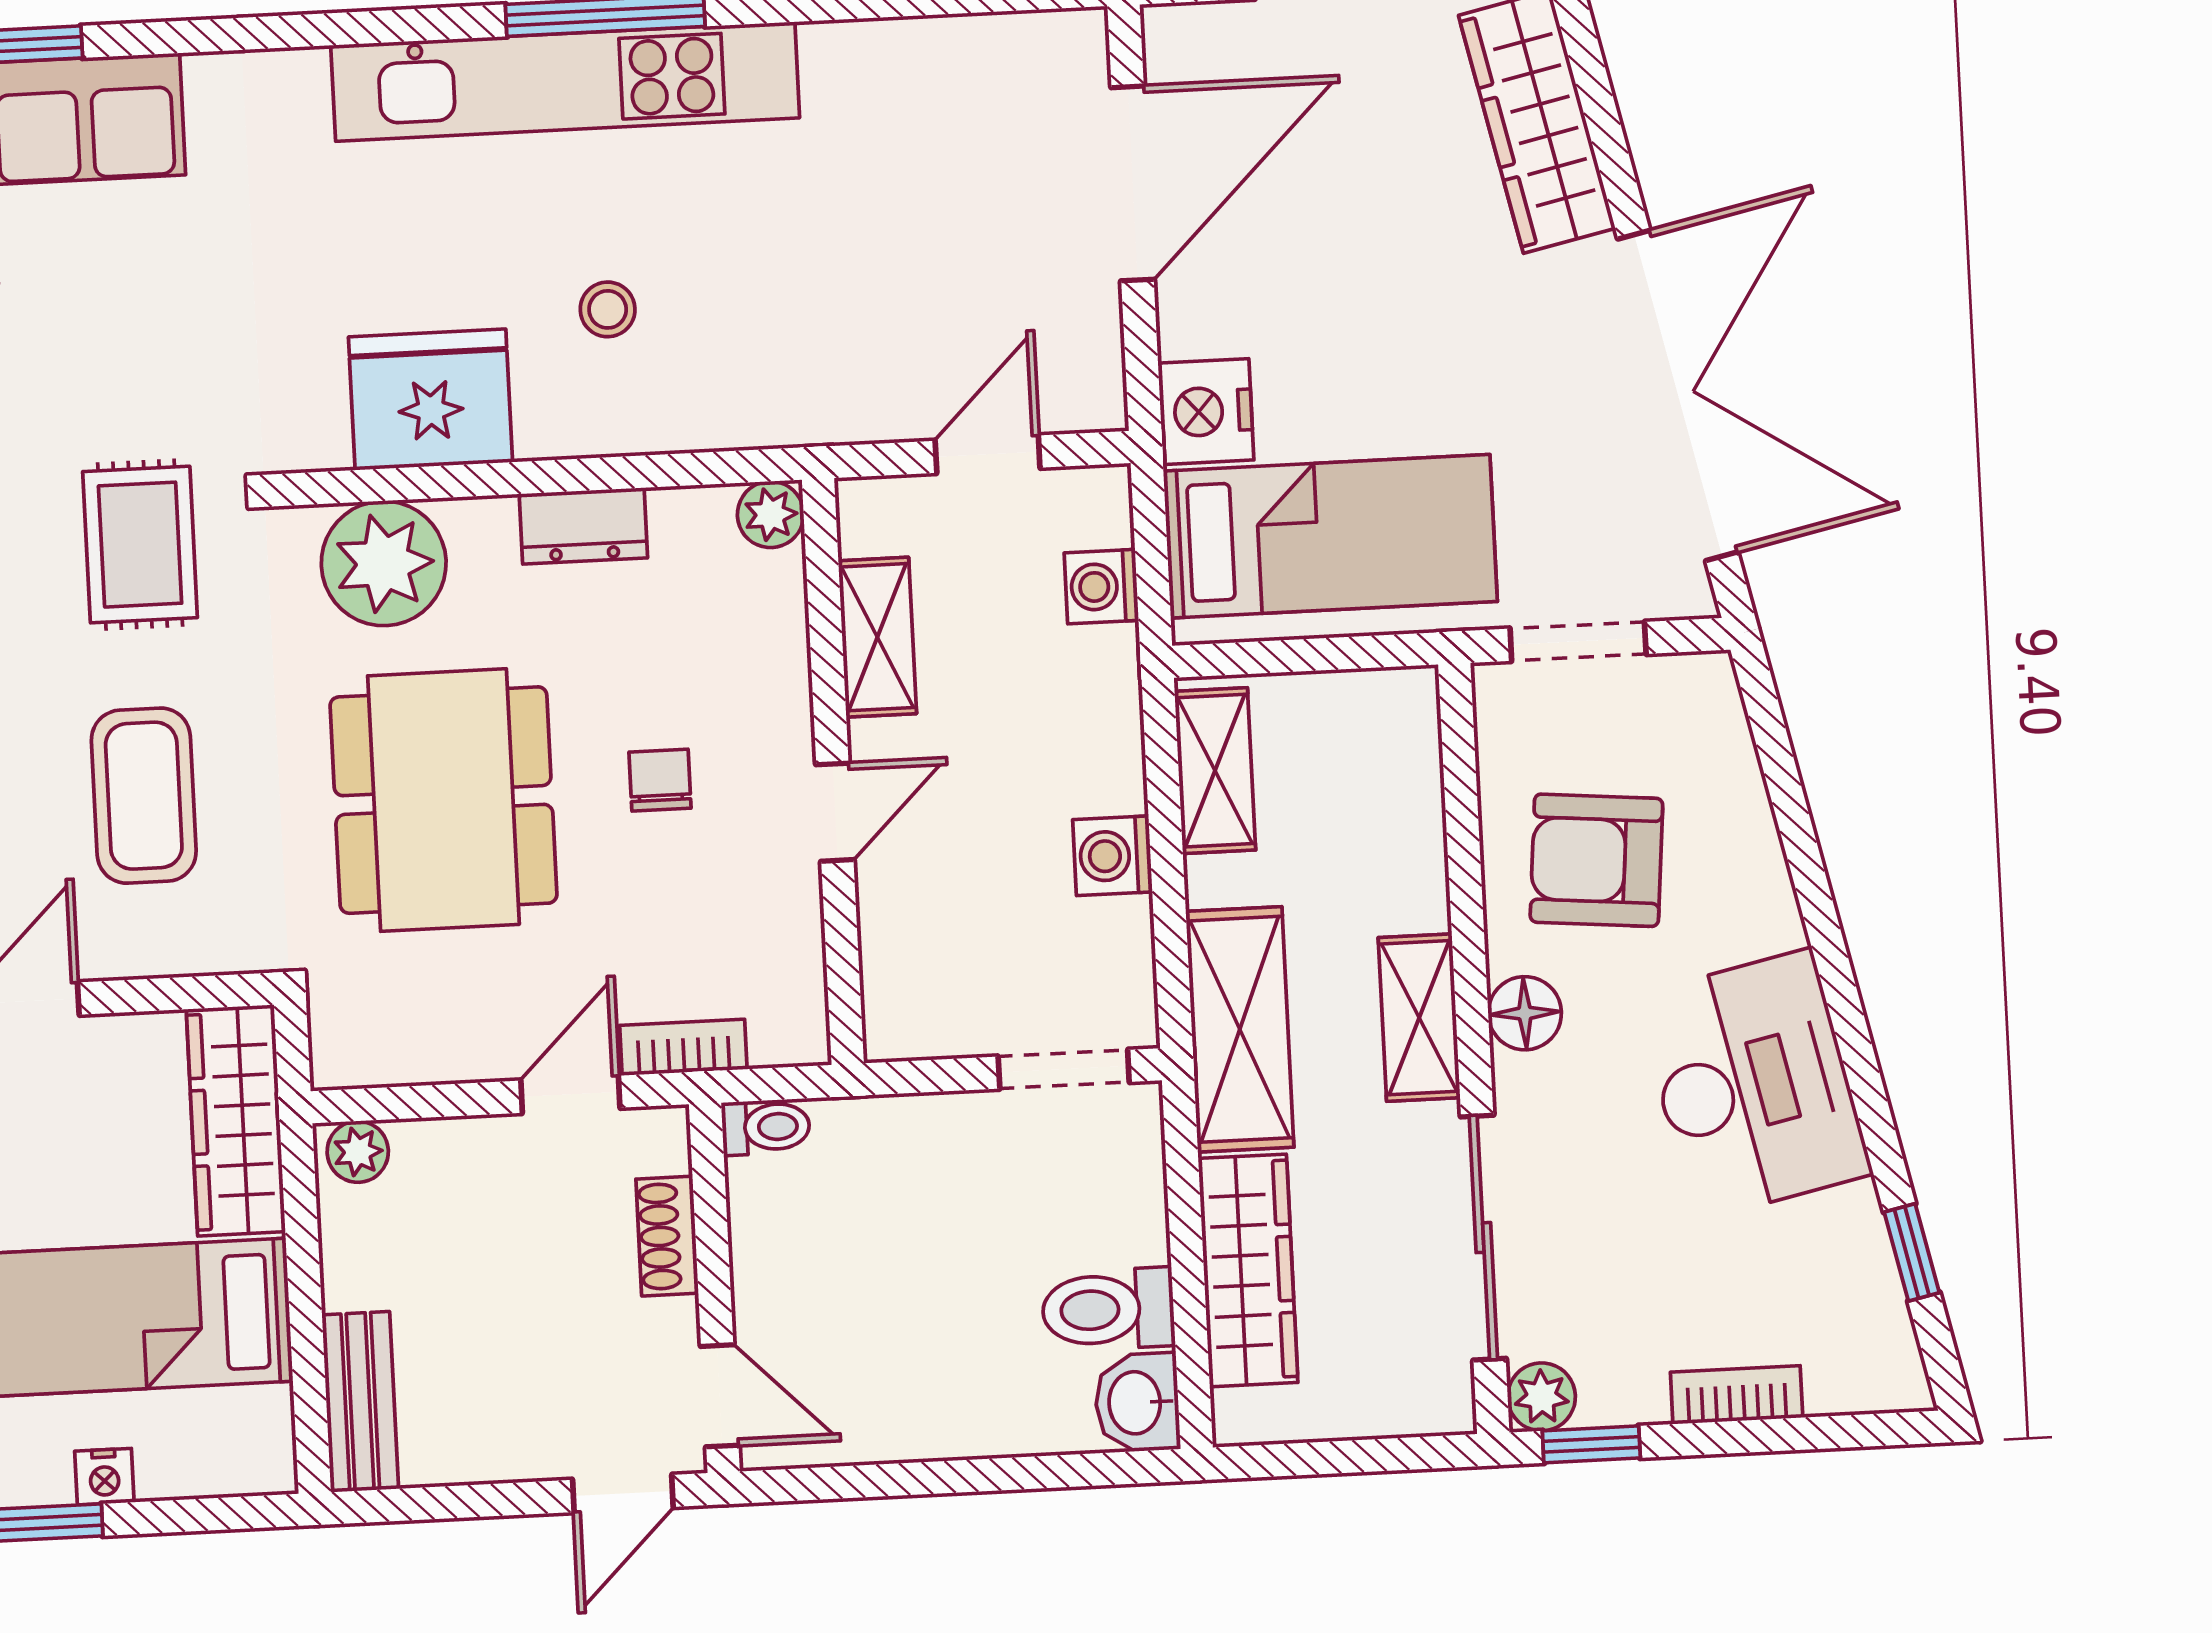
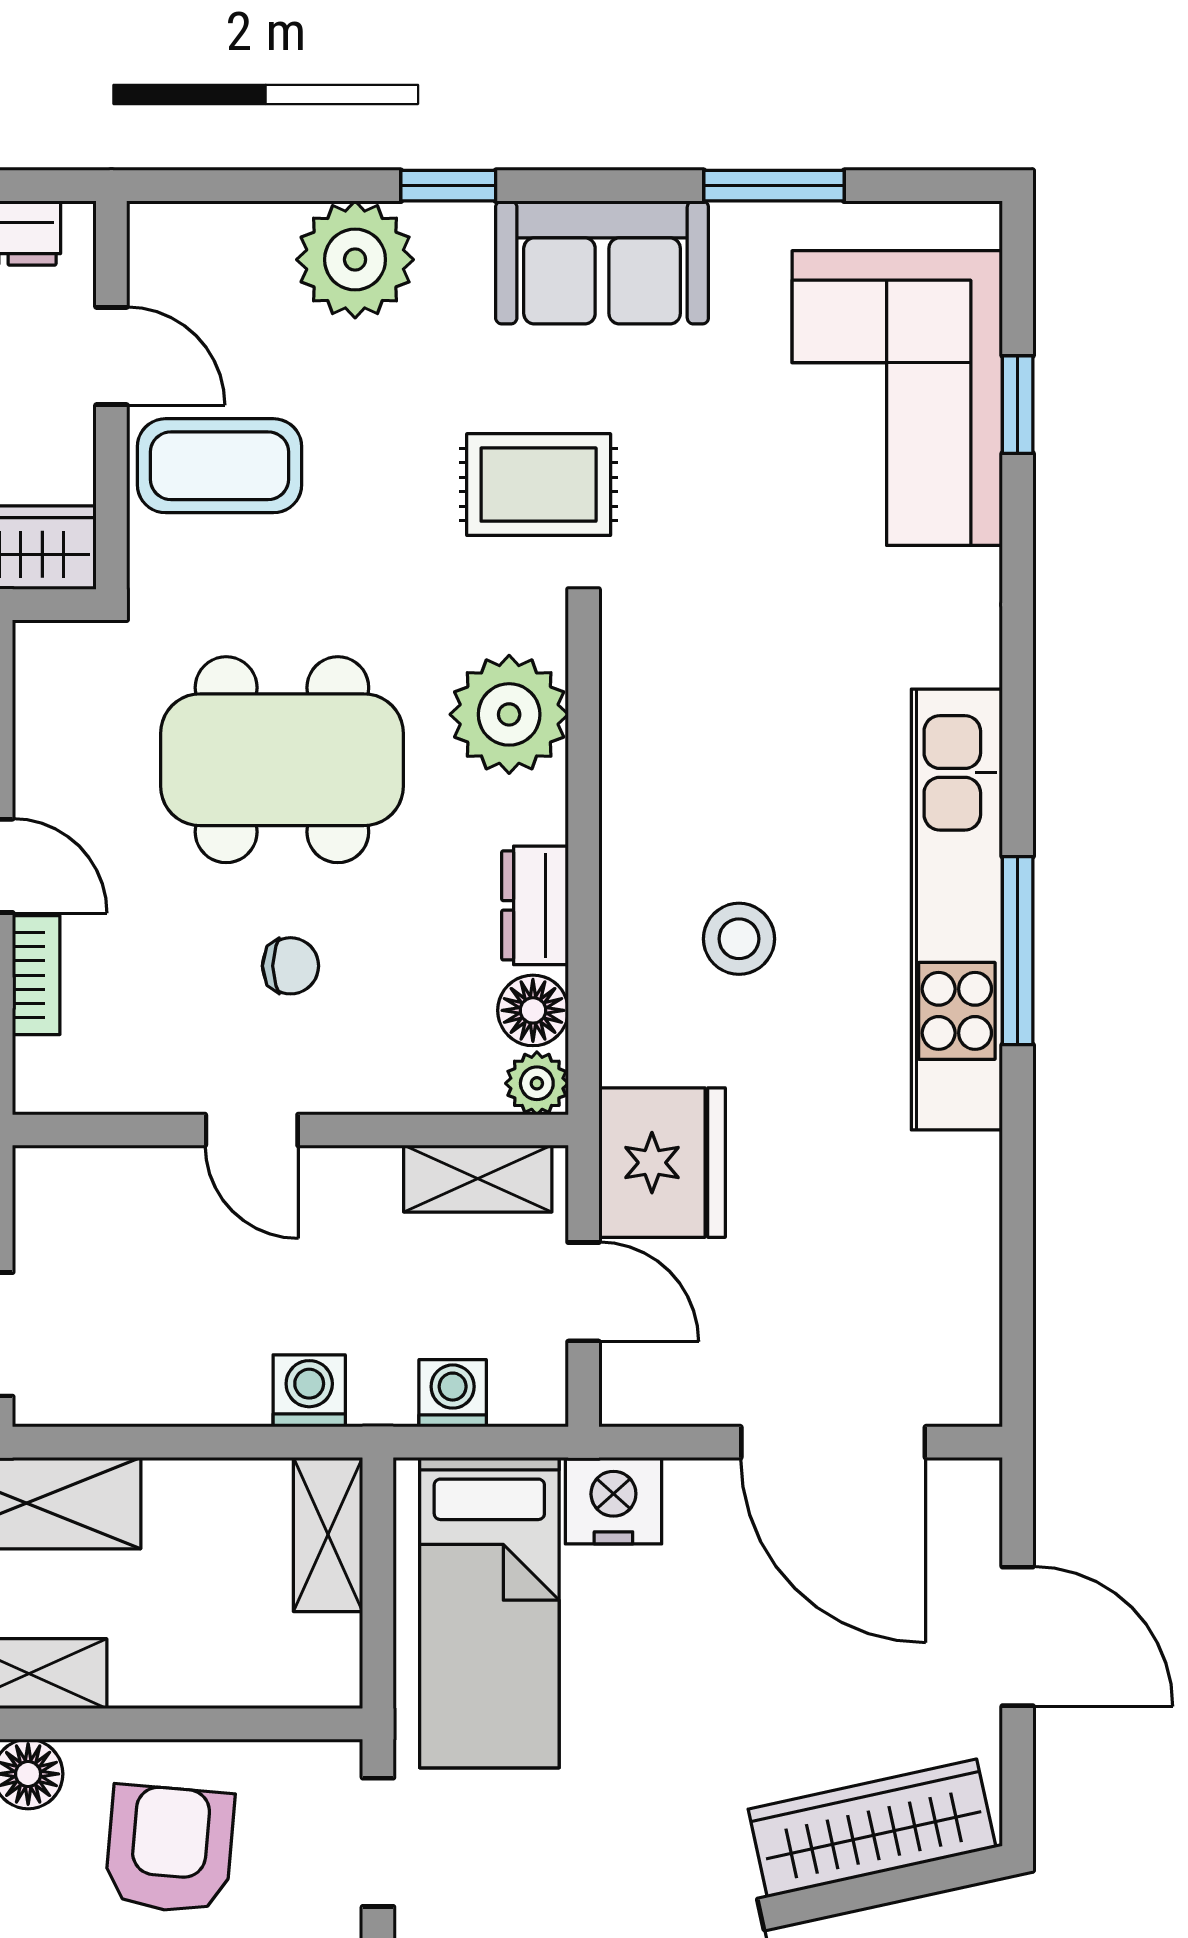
stool: (608, 309) -> (739, 939), width x1.37, depth x1.37
fridge: (430, 400) -> (662, 1163), moved
floor lamp: (694, 522) -> (533, 1010), added
shelving: (877, 637) -> (478, 1179), moved
shelving: (1215, 771) -> (328, 1535), moved, turned 90
coffee table: (144, 796) -> (219, 466), moved
washing machine: (1112, 856) -> (309, 1391), moved

